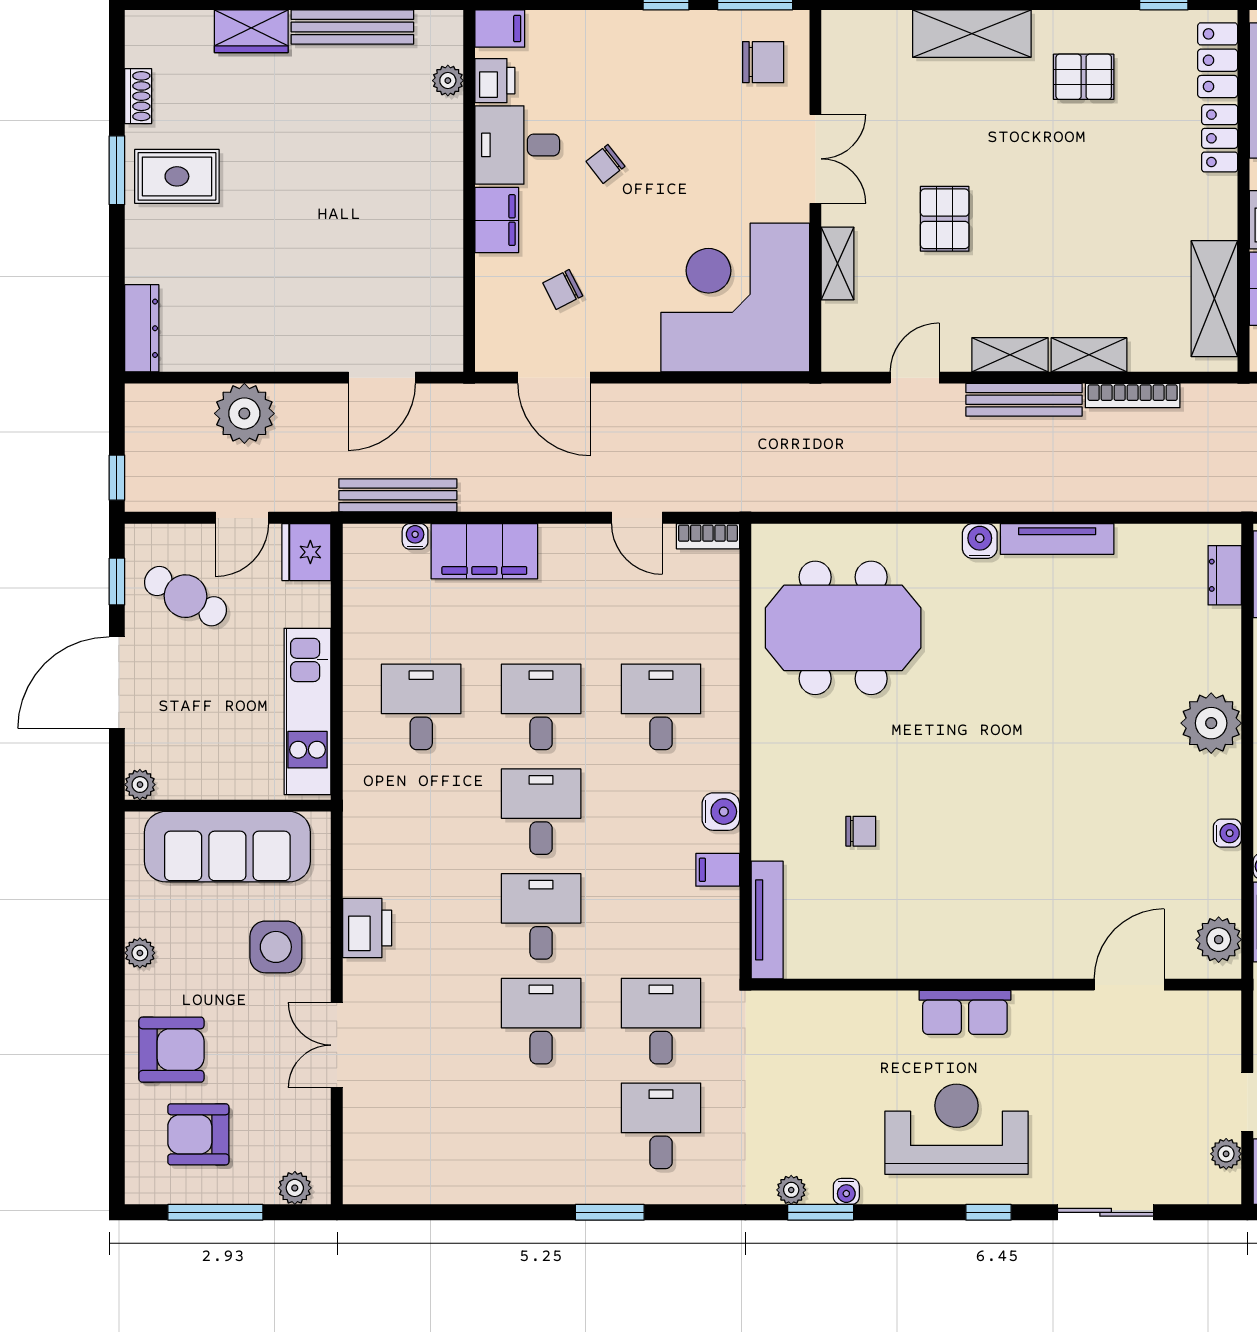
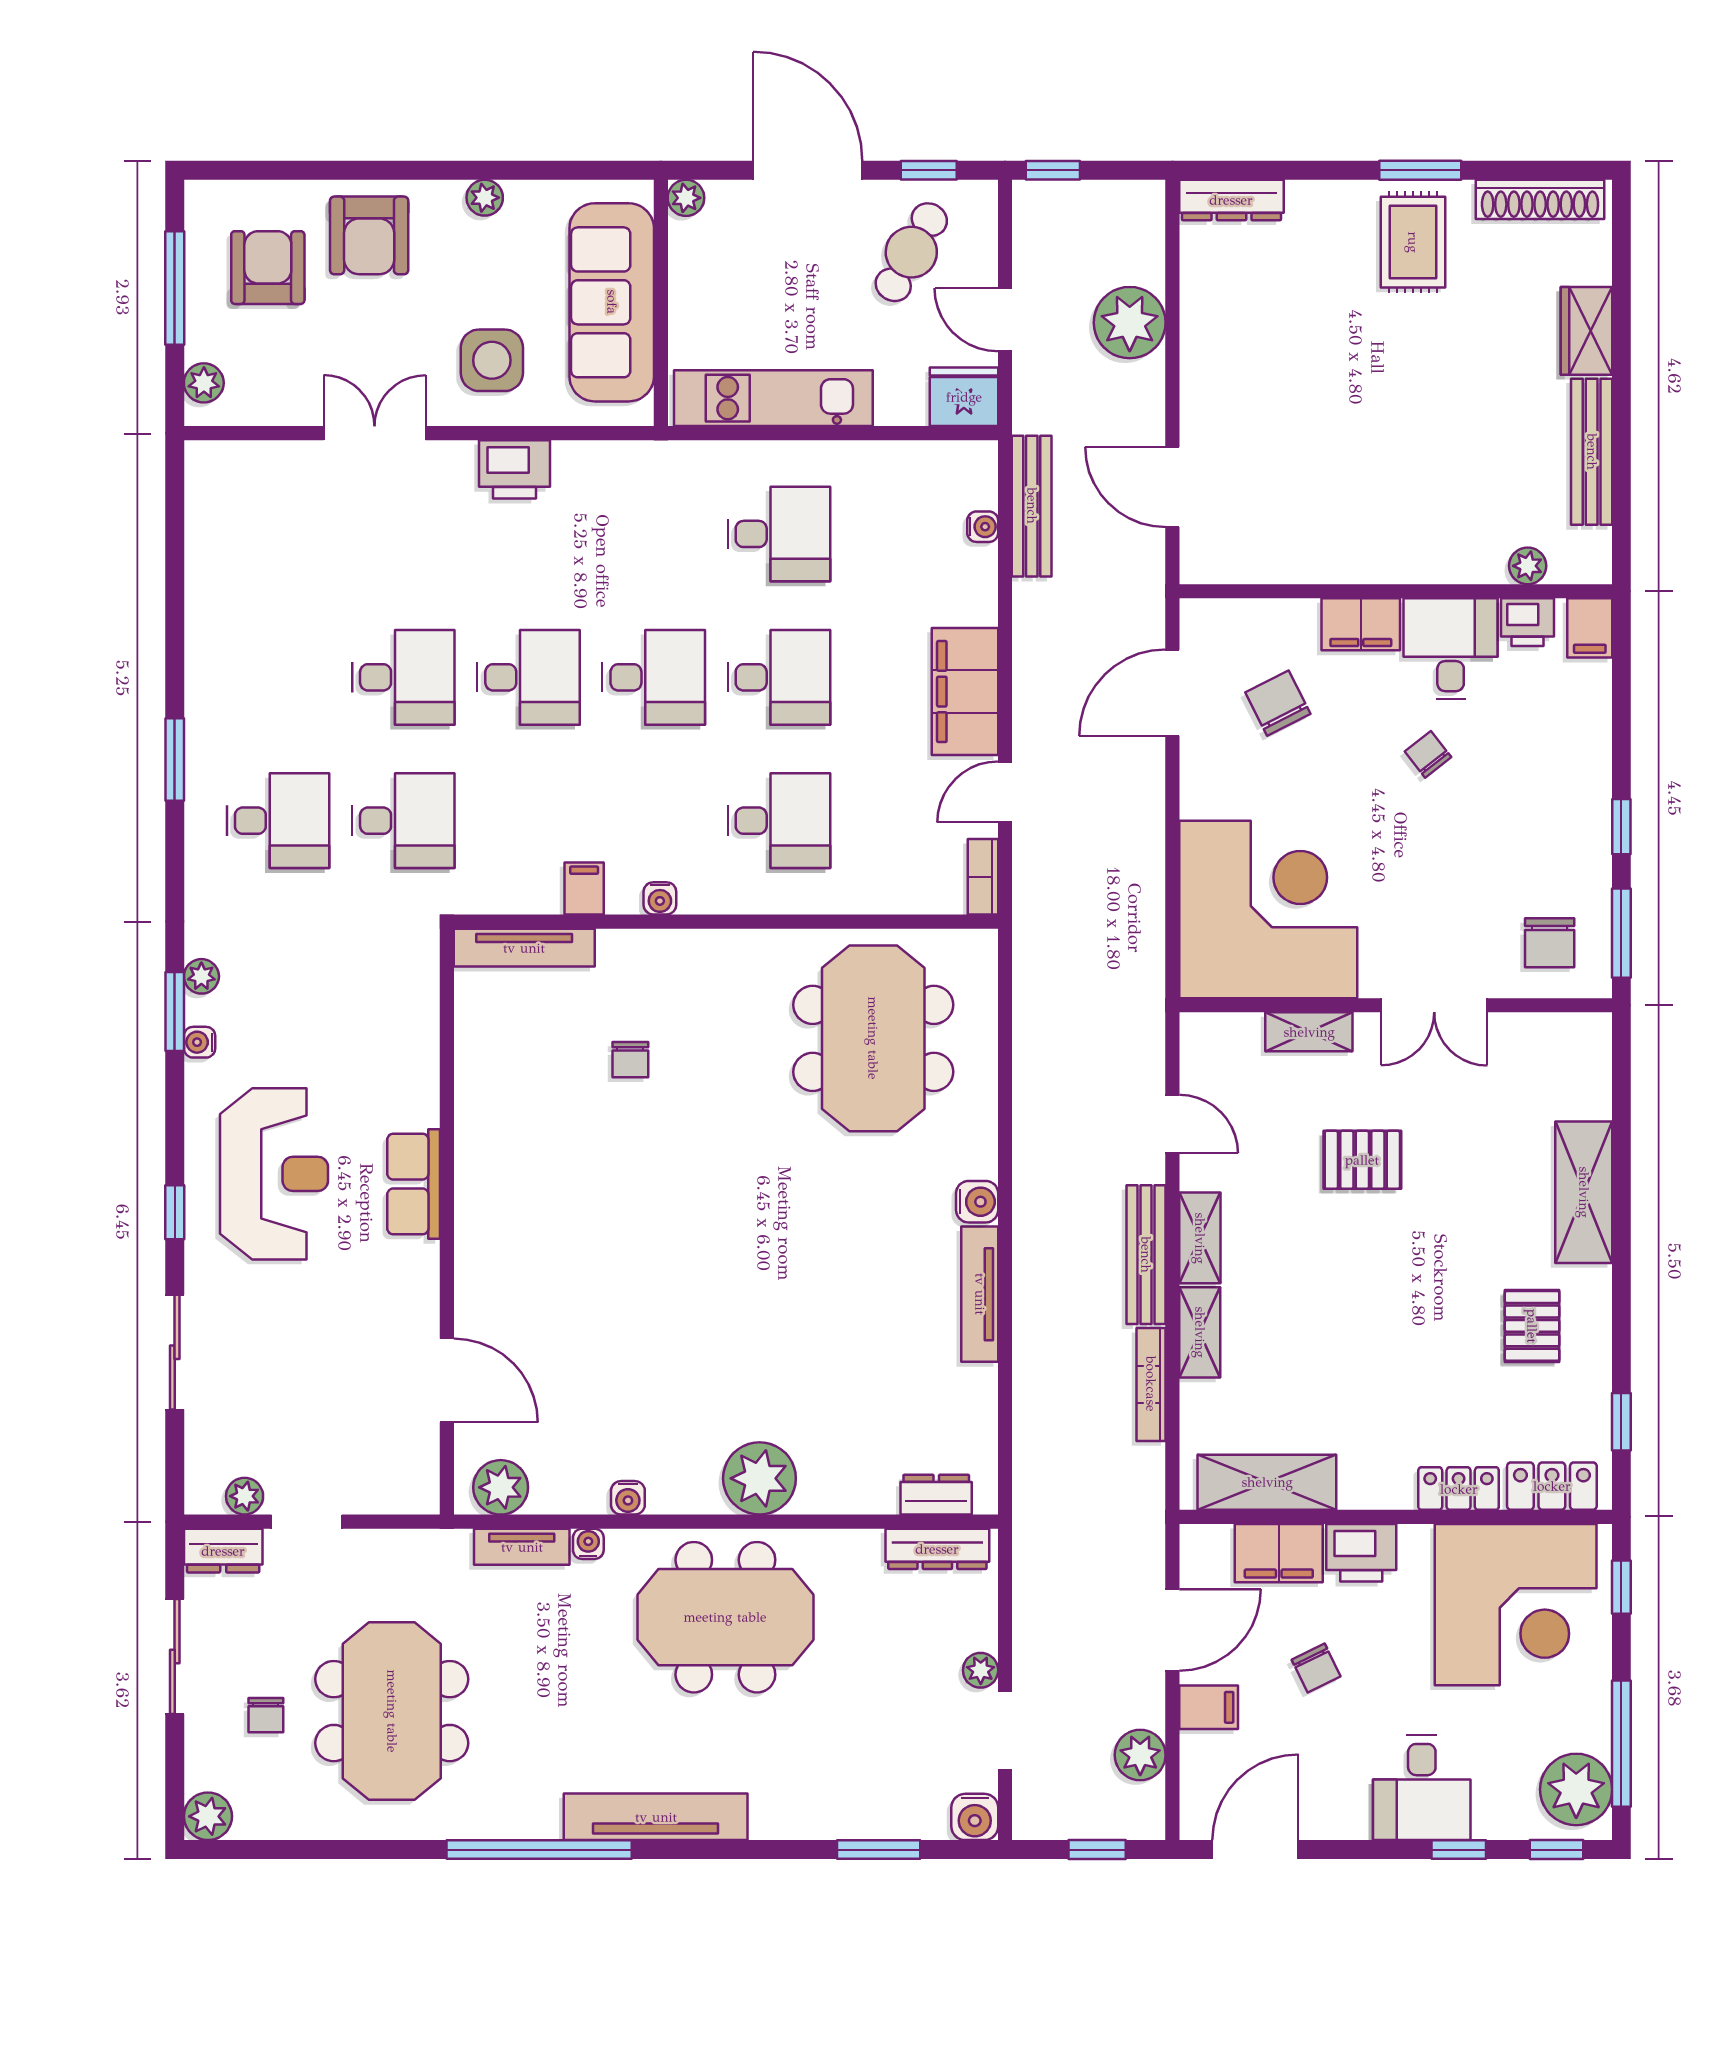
shoe rack: (138, 96) -> (1540, 199), width x1.94, depth x1.24
chair: (563, 289) -> (1278, 703), width x1.37, depth x1.37
filing cabinet: (484, 551) -> (965, 692), moved
water cooler: (721, 812) -> (660, 898), width x0.72, depth x0.72

